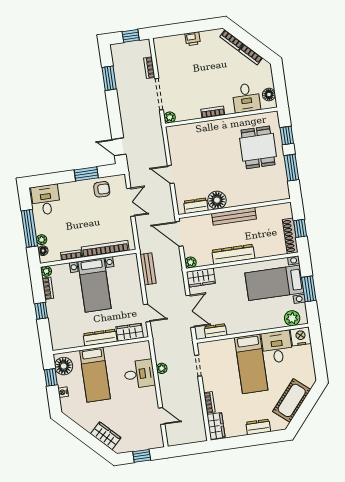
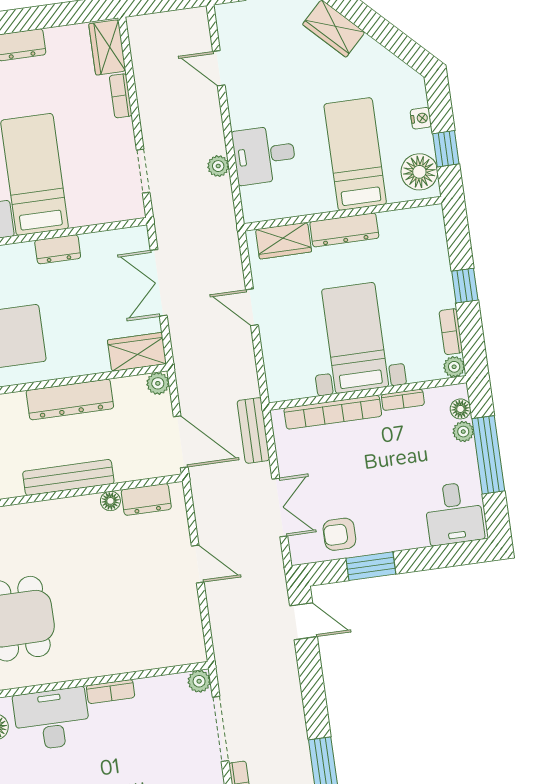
desk: (246, 98) -> (52, 719), width x1.37
floor lamp: (217, 200) -> (110, 501), width x0.53, depth x0.53
double door: (131, 202) -> (280, 507), swing flipped
bench: (148, 269) -> (253, 430), moved
door: (147, 313) -> (252, 307), moved
dresser: (215, 331) -> (58, 249), moved

